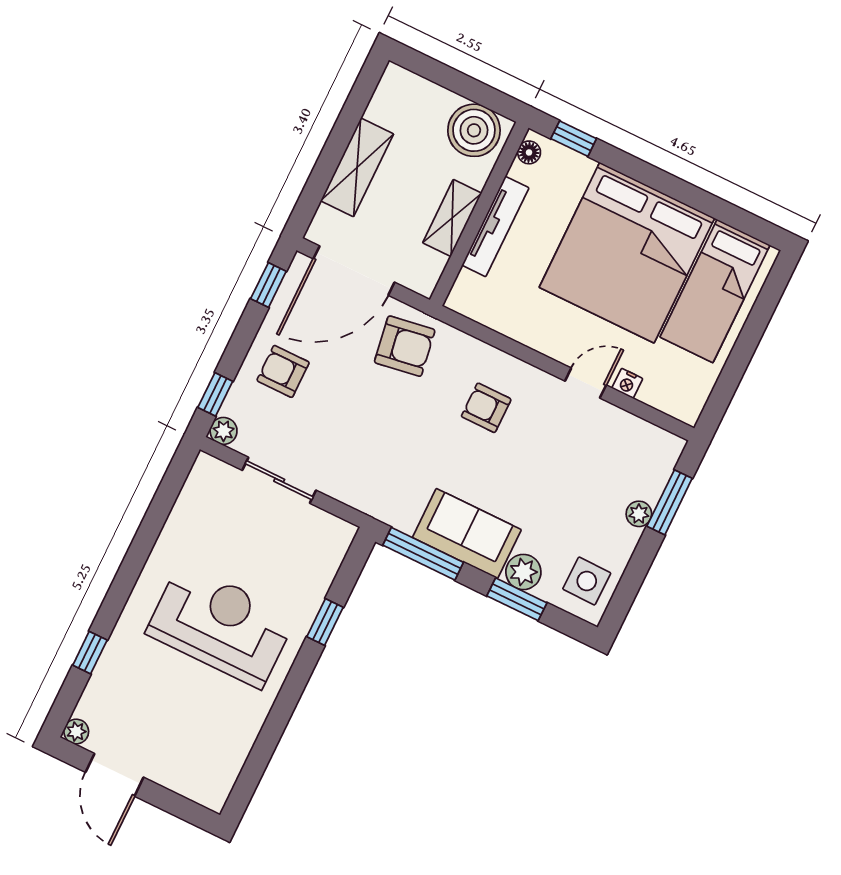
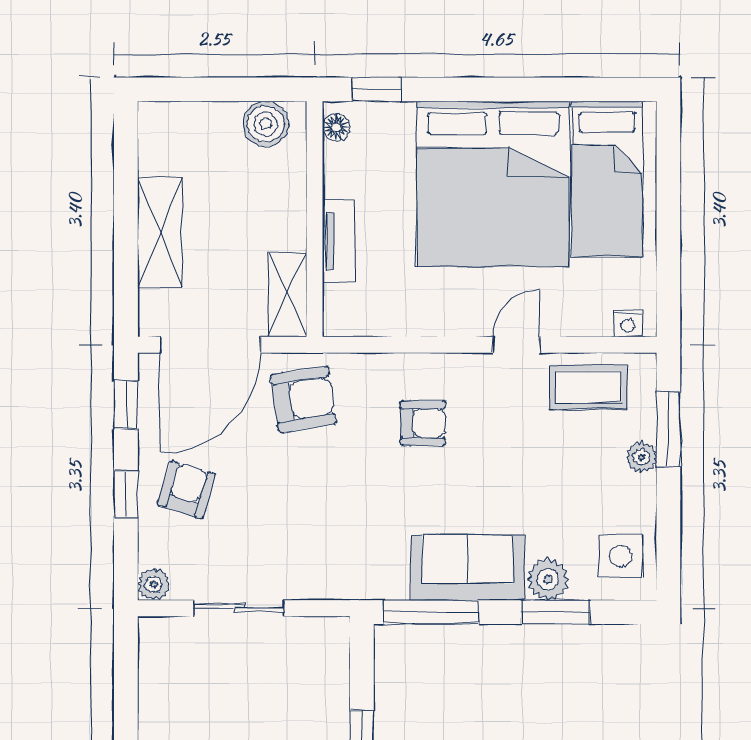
boiler: (474, 130) -> (266, 124), width x0.73, depth x0.73
shelving: (452, 218) -> (288, 295), moved
tv unit: (495, 226) -> (338, 241), width x0.71
armchair: (283, 371) -> (187, 490), turned 107
nightstand: (627, 383) -> (628, 324), moved
window: (215, 394) -> (126, 494), moved
armchair: (486, 408) -> (423, 423), turned 180
coffee table: (625, 441) -> (589, 387), added

